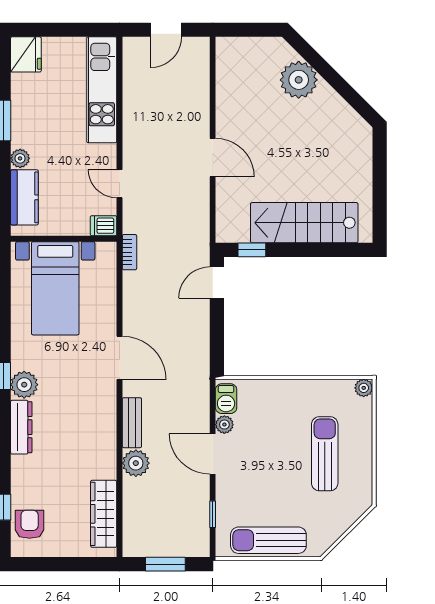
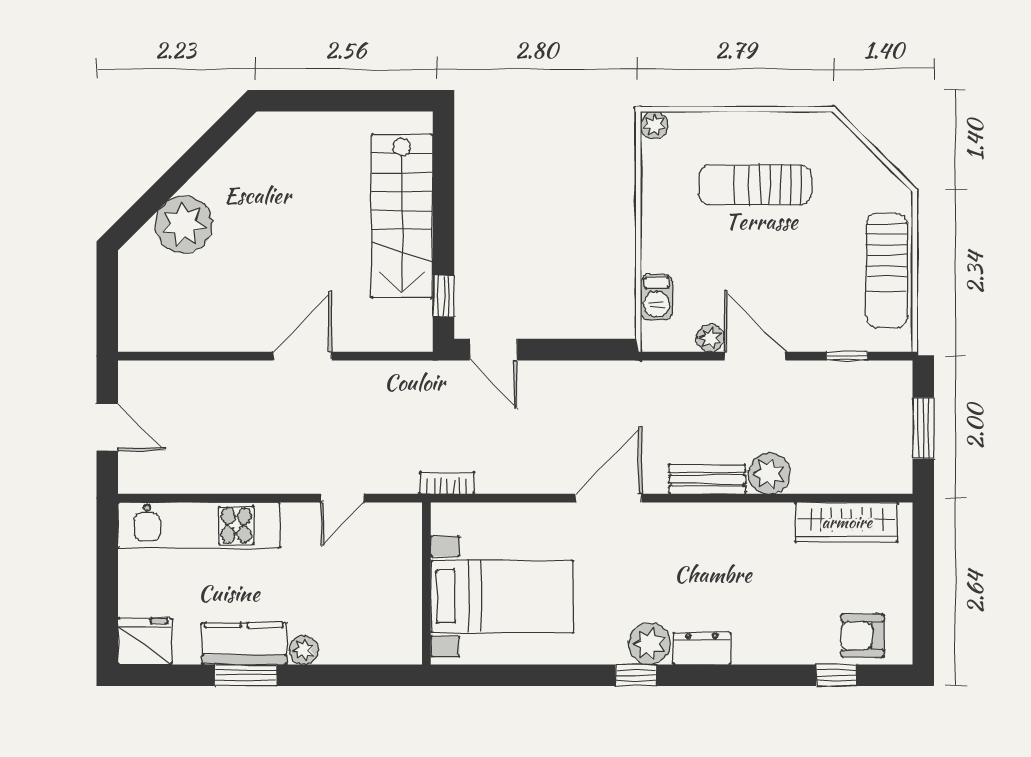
kitchen counter: (24, 197) -> (244, 643), moved
dishwasher: (104, 226) -> (407, 523), removed
barbecue: (226, 399) -> (657, 297), moved, turned 90
dresser: (21, 427) -> (702, 648), width x0.70
door: (213, 454) -> (755, 356), swing flipped

